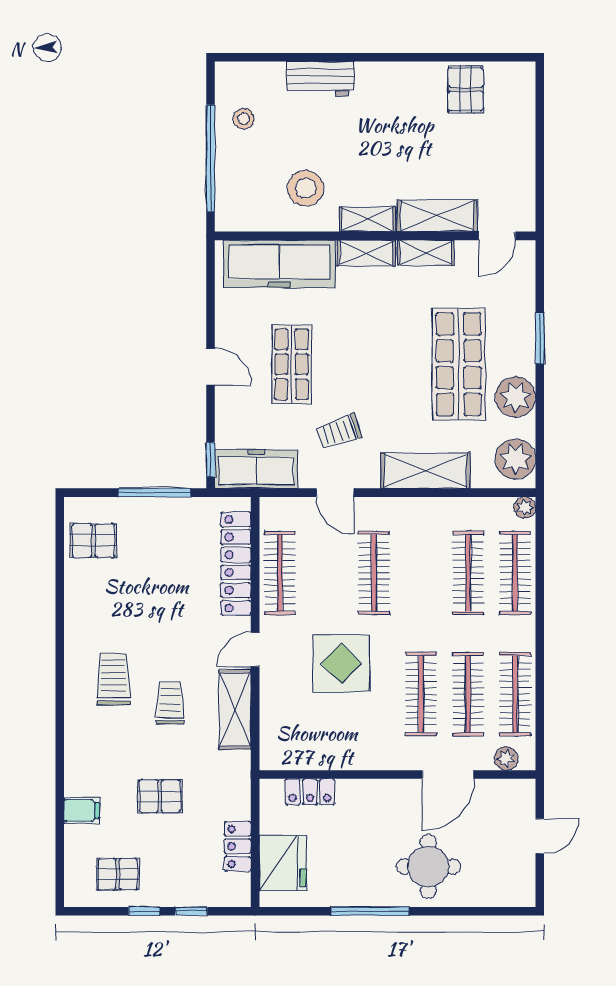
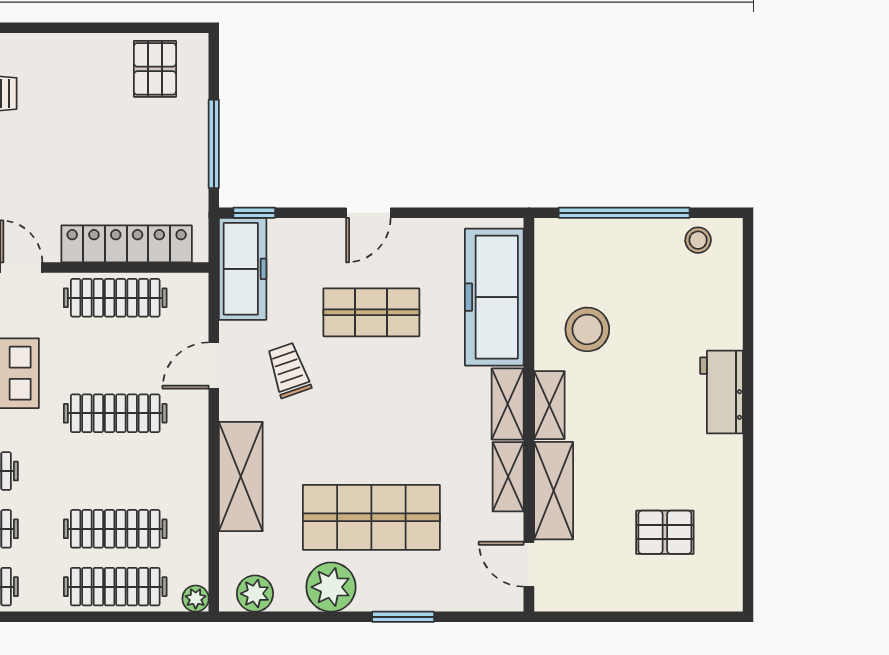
workbench: (320, 79) -> (722, 392), moved
pallet: (466, 89) -> (665, 532), moved
stool: (244, 119) -> (698, 240), moved
plant: (515, 459) -> (255, 594), width x0.73, depth x0.73

